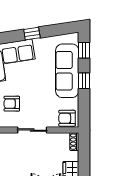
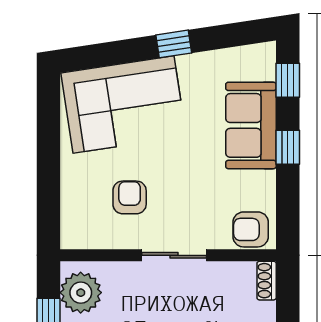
sofa: (67, 71) -> (251, 125), width x0.73
armchair: (12, 104) -> (130, 197), turned 90

